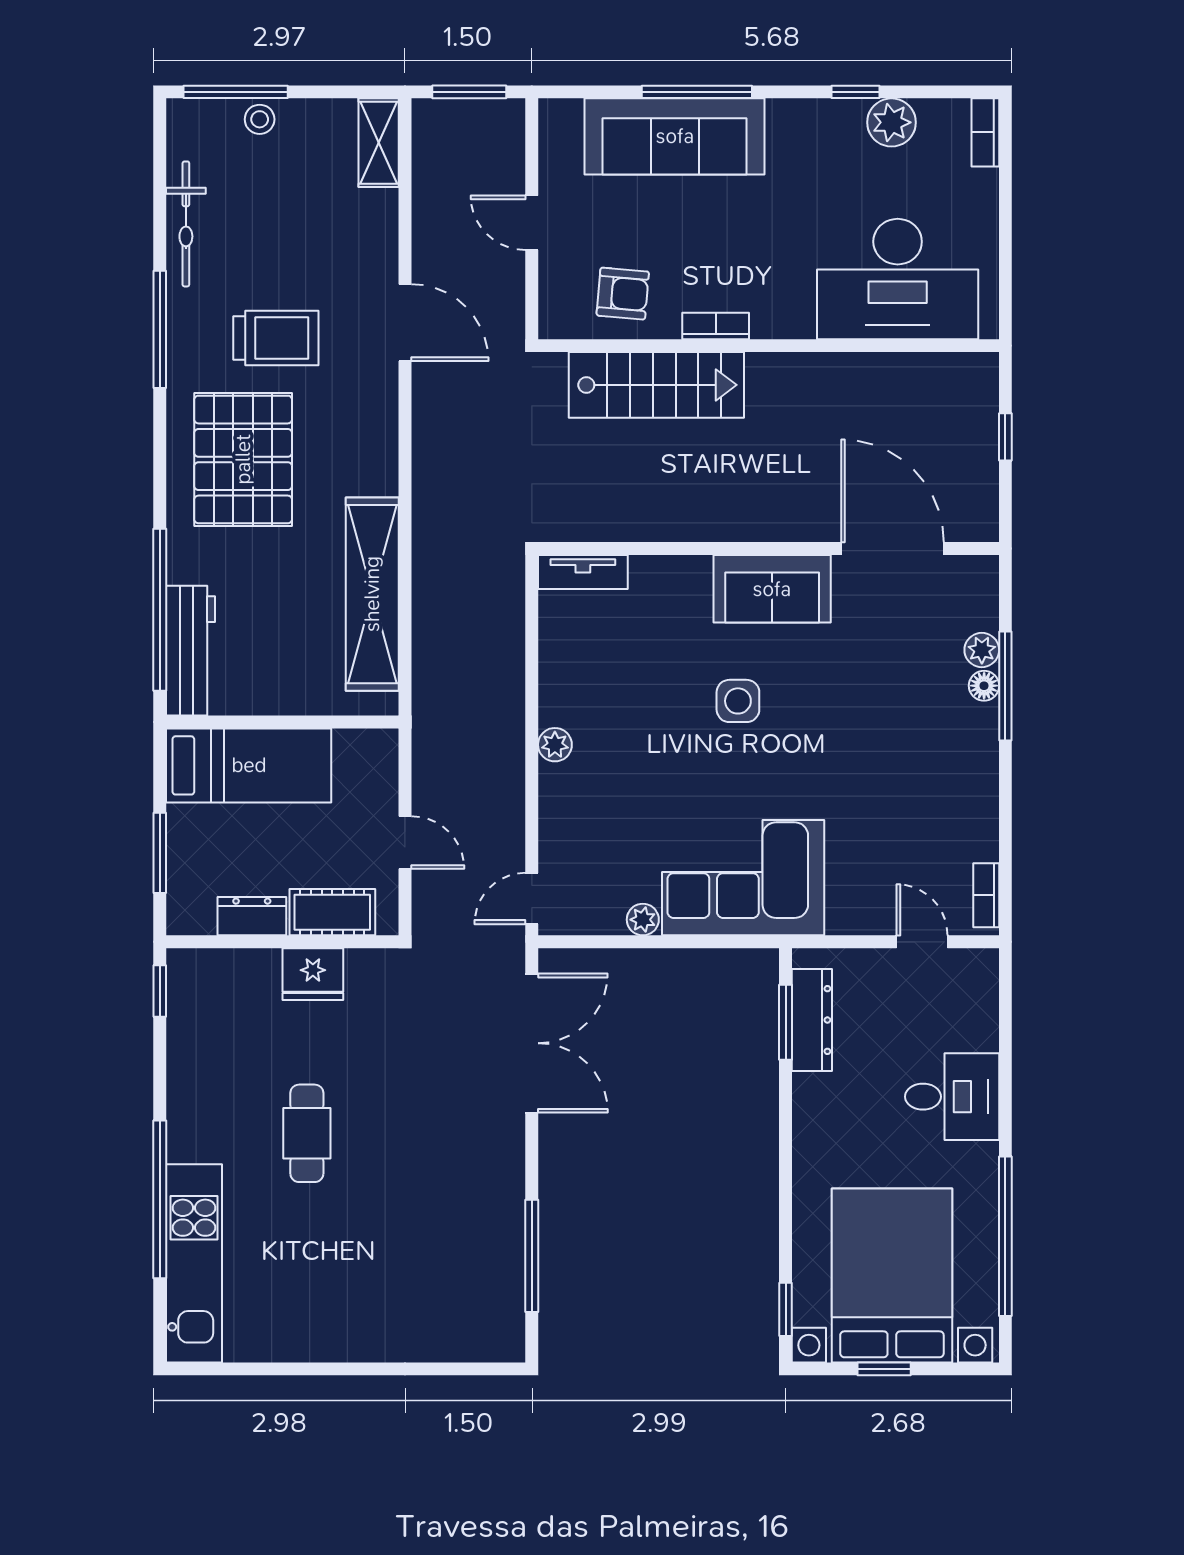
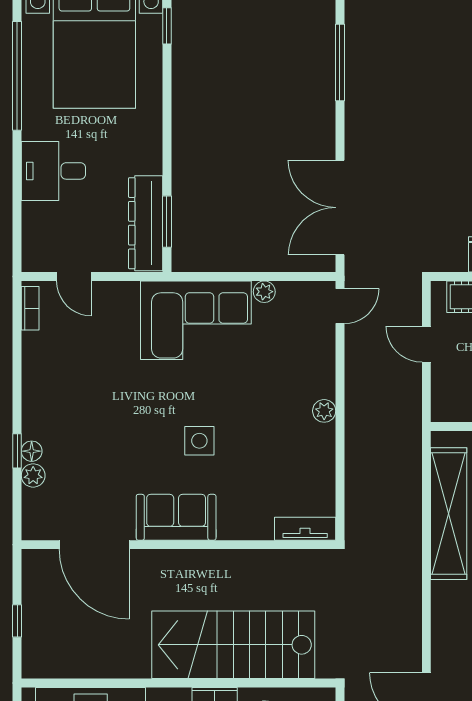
stairs: (656, 385) -> (233, 645), width x1.36, depth x1.51
window: (1005, 686) -> (17, 451), width x0.46
dresser: (812, 1020) -> (146, 223), width x1.37, depth x1.24

